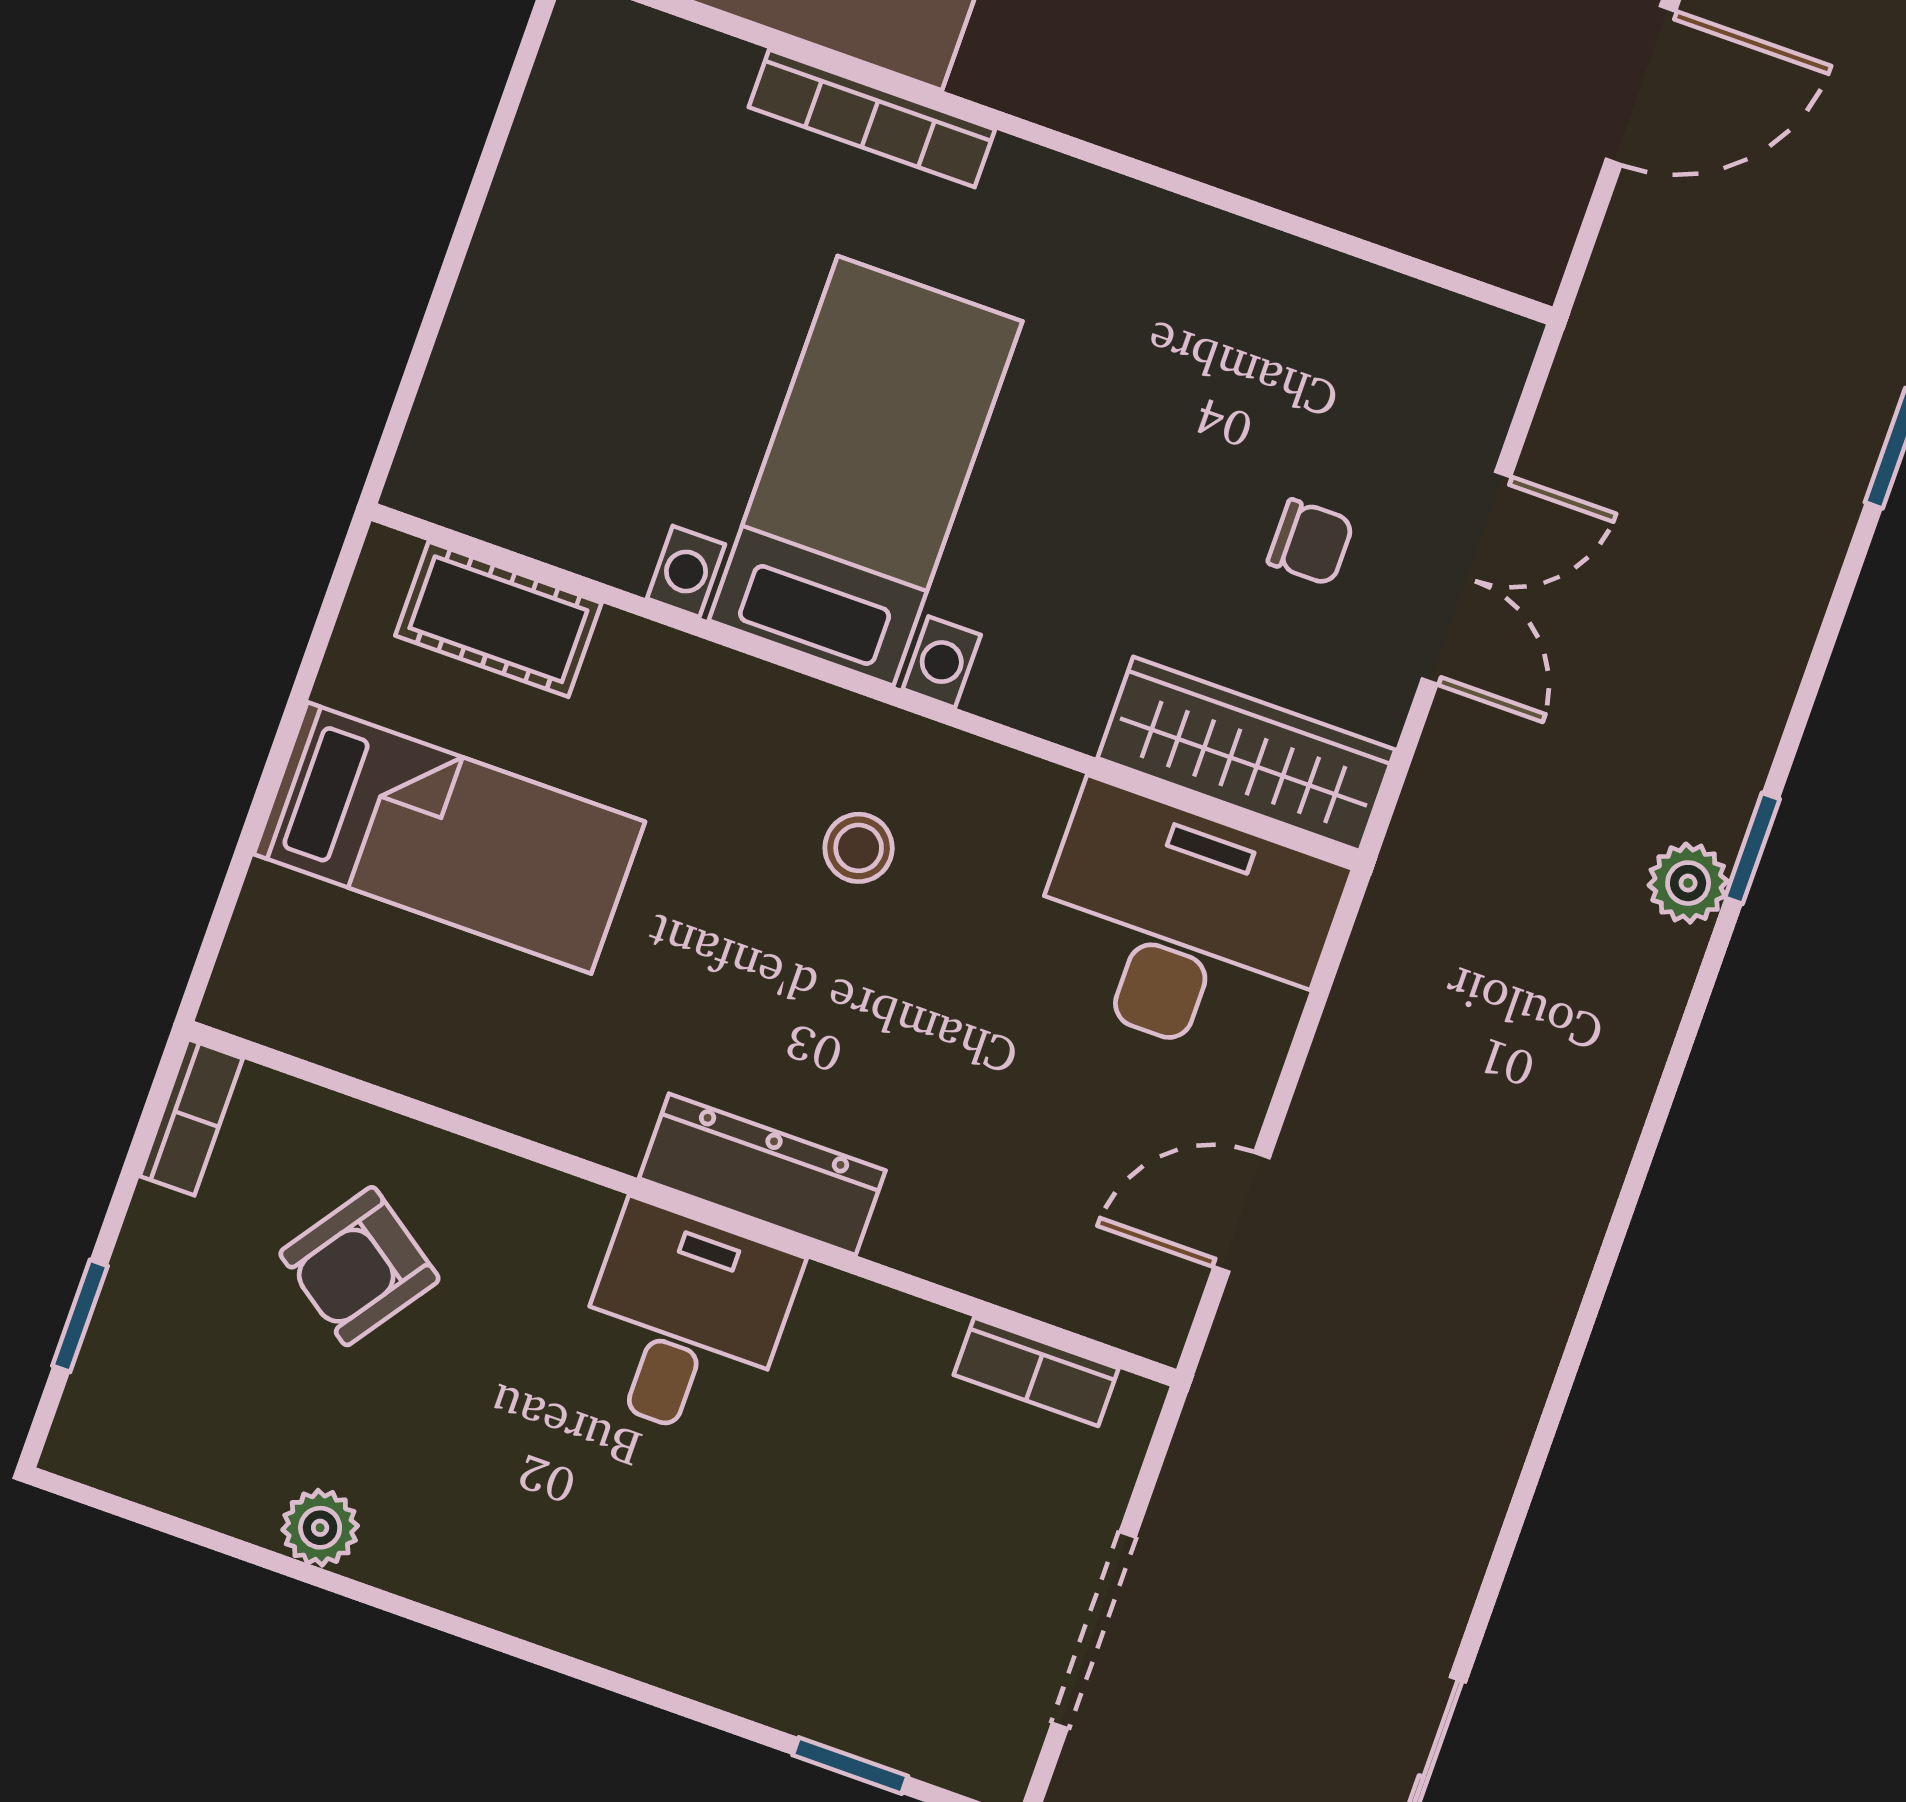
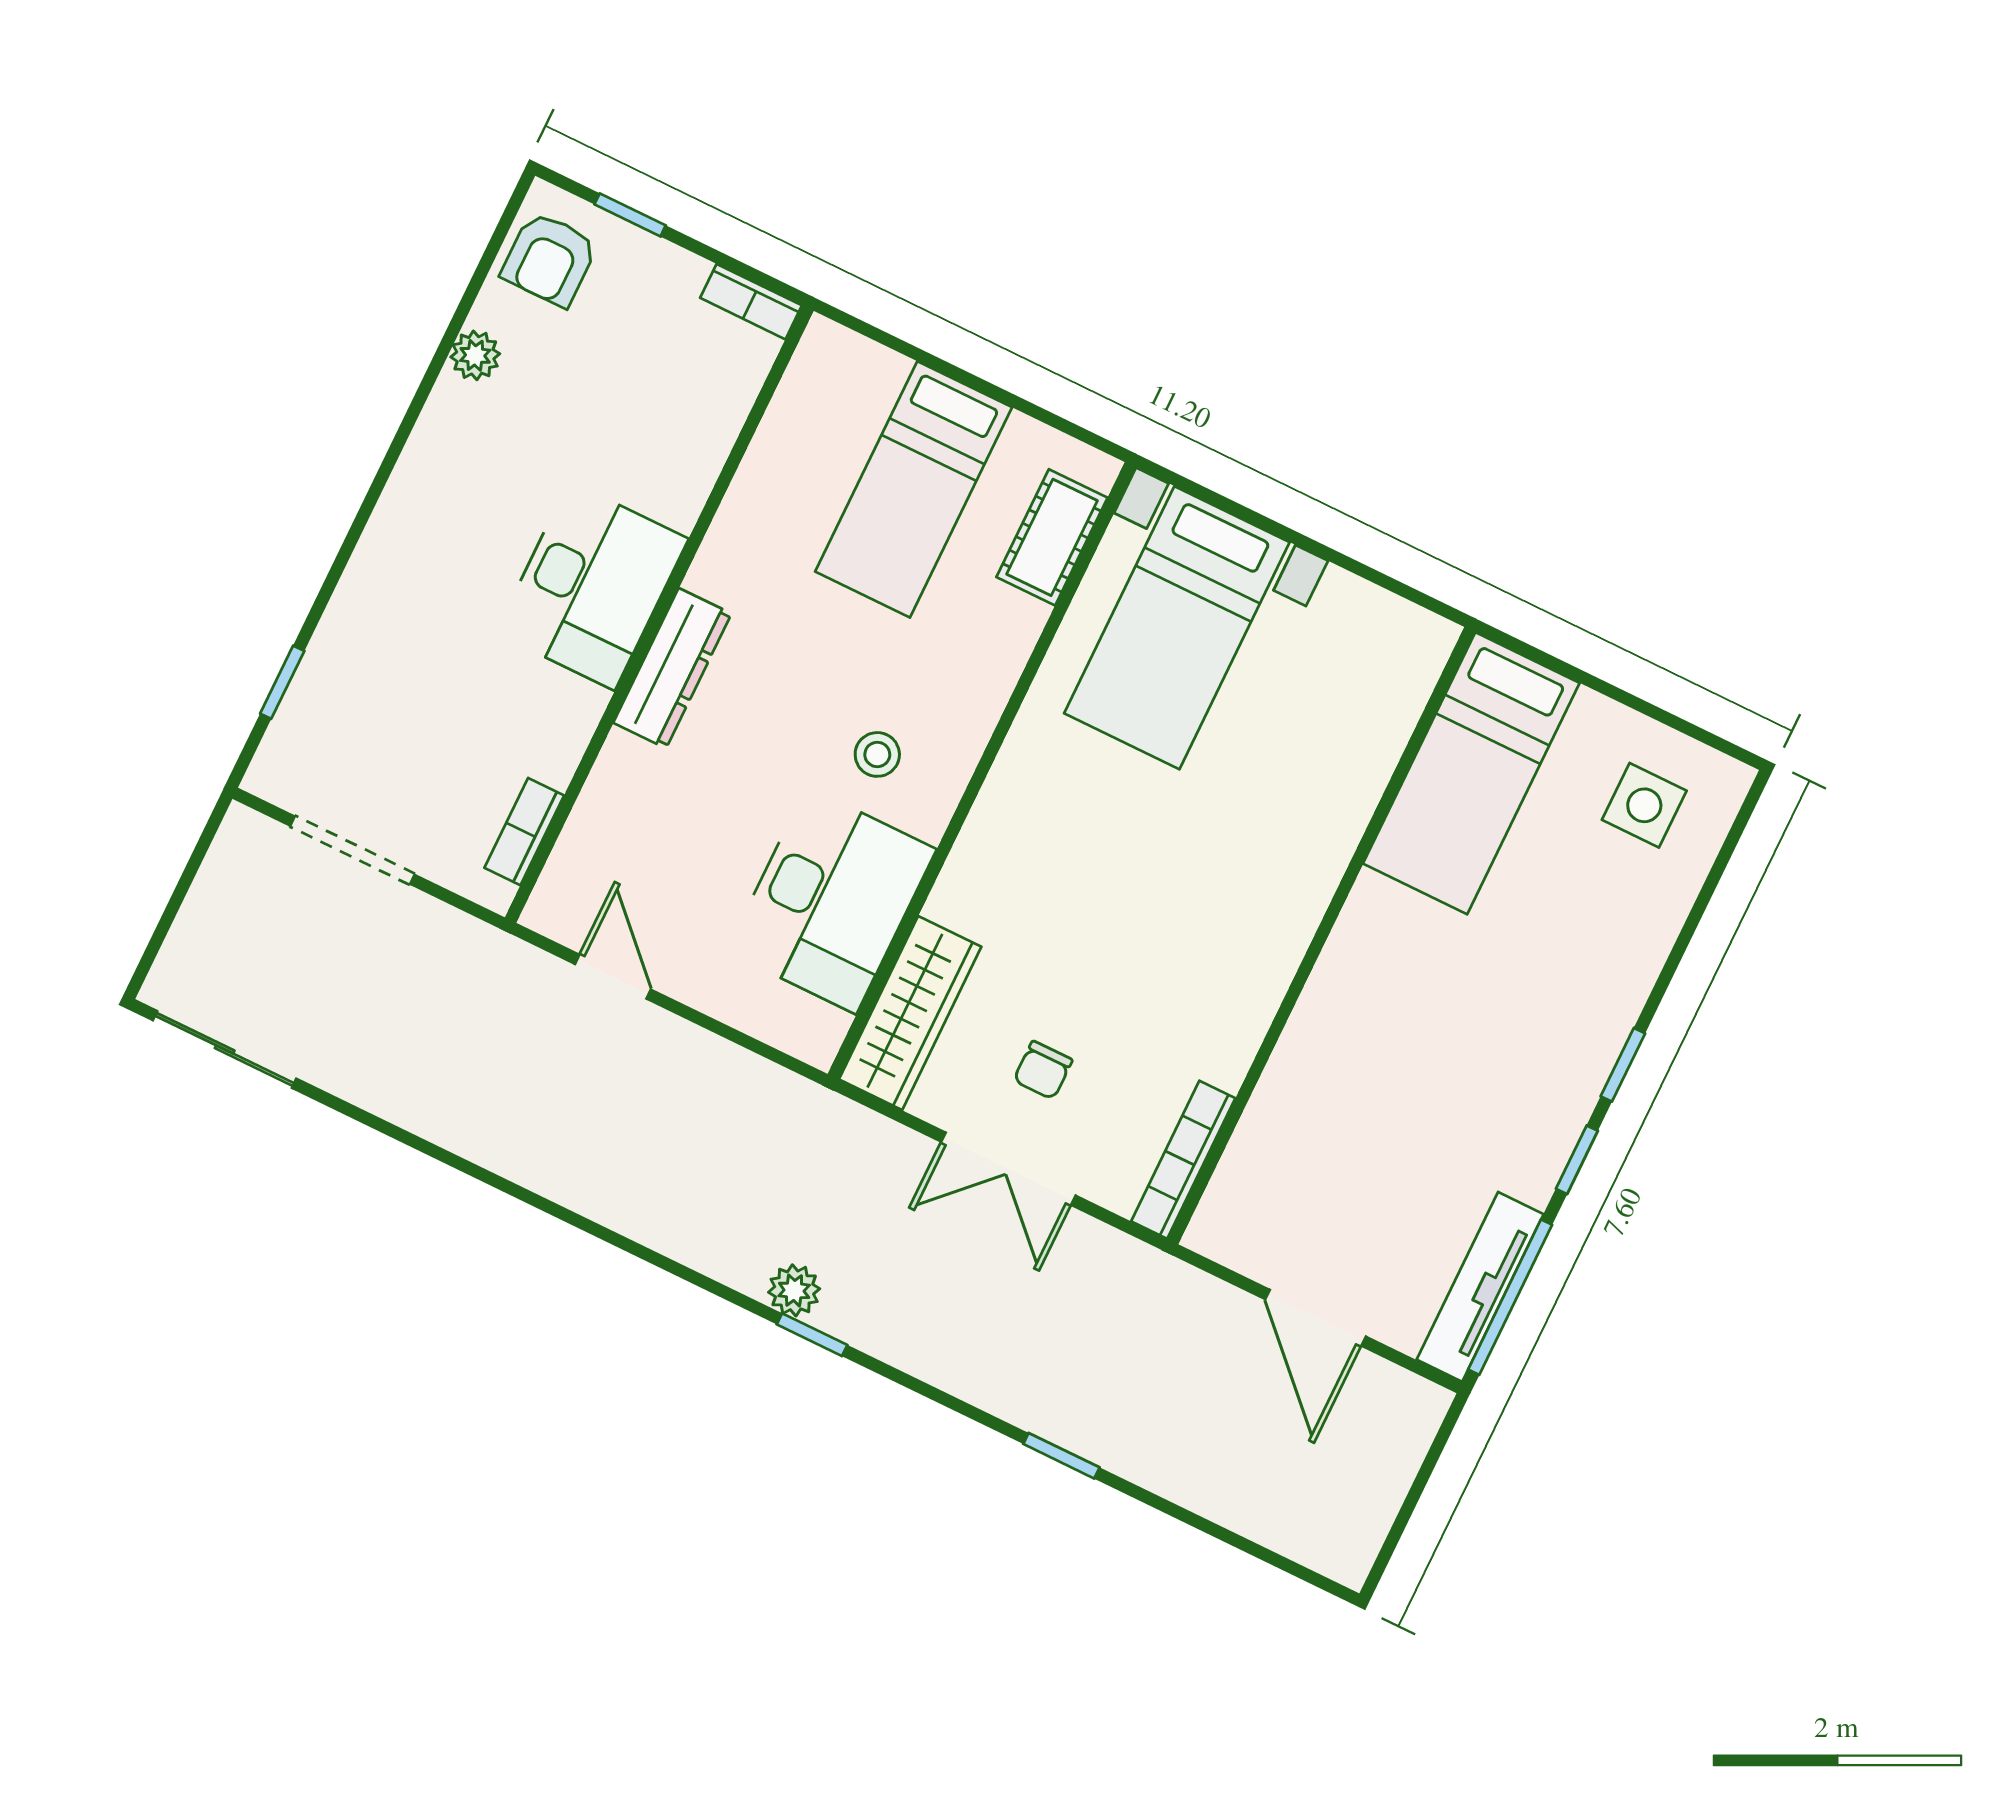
bookcase: (872, 118) -> (1183, 1160), moved
bed with nightstands: (865, 471) -> (1177, 628), moved, turned 90
desk: (1183, 926) -> (832, 900), moved
armchair: (359, 1266) -> (549, 259), moved, turned -125
desk: (684, 1322) -> (592, 586), width x1.37

